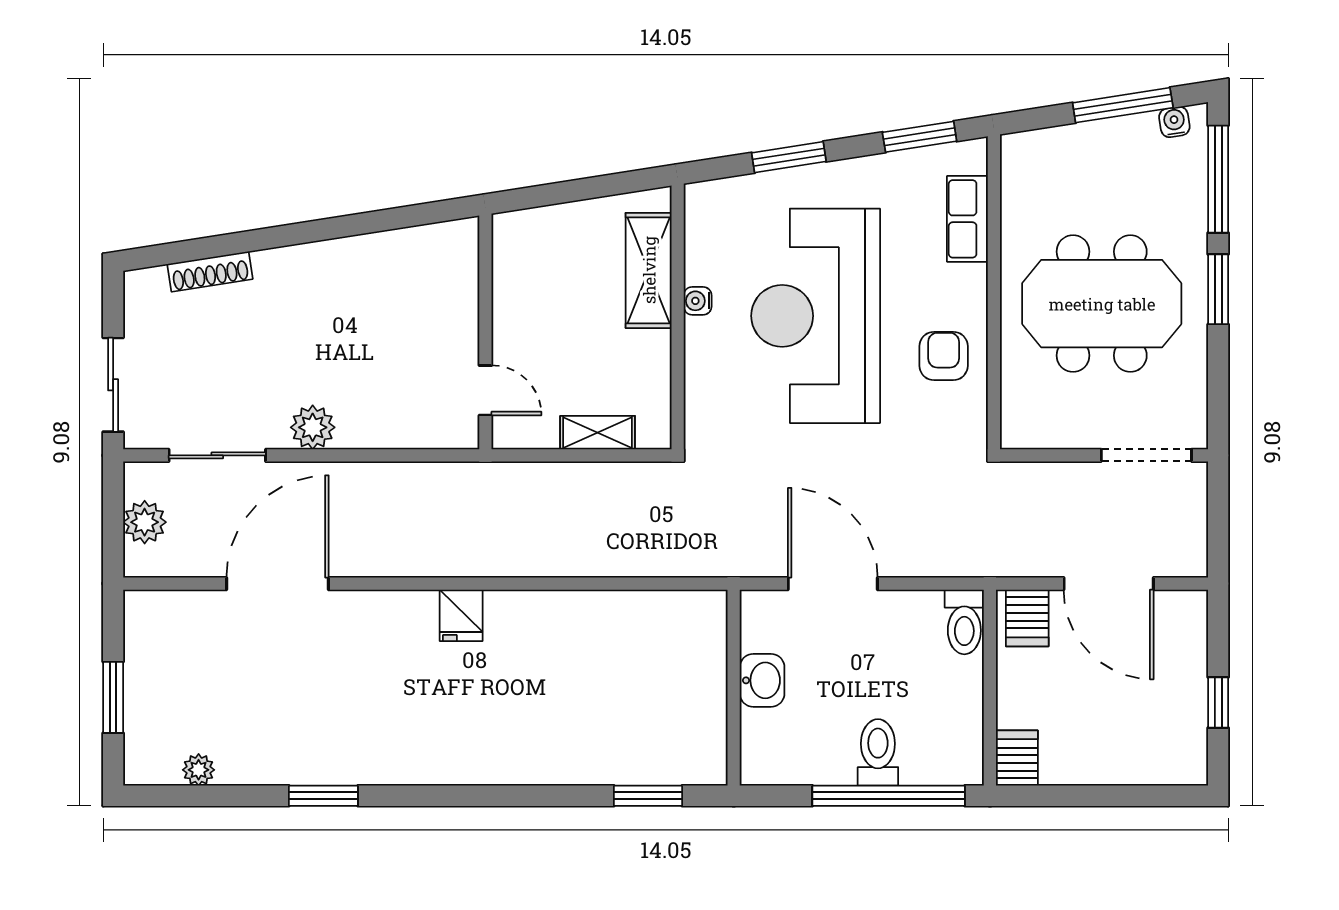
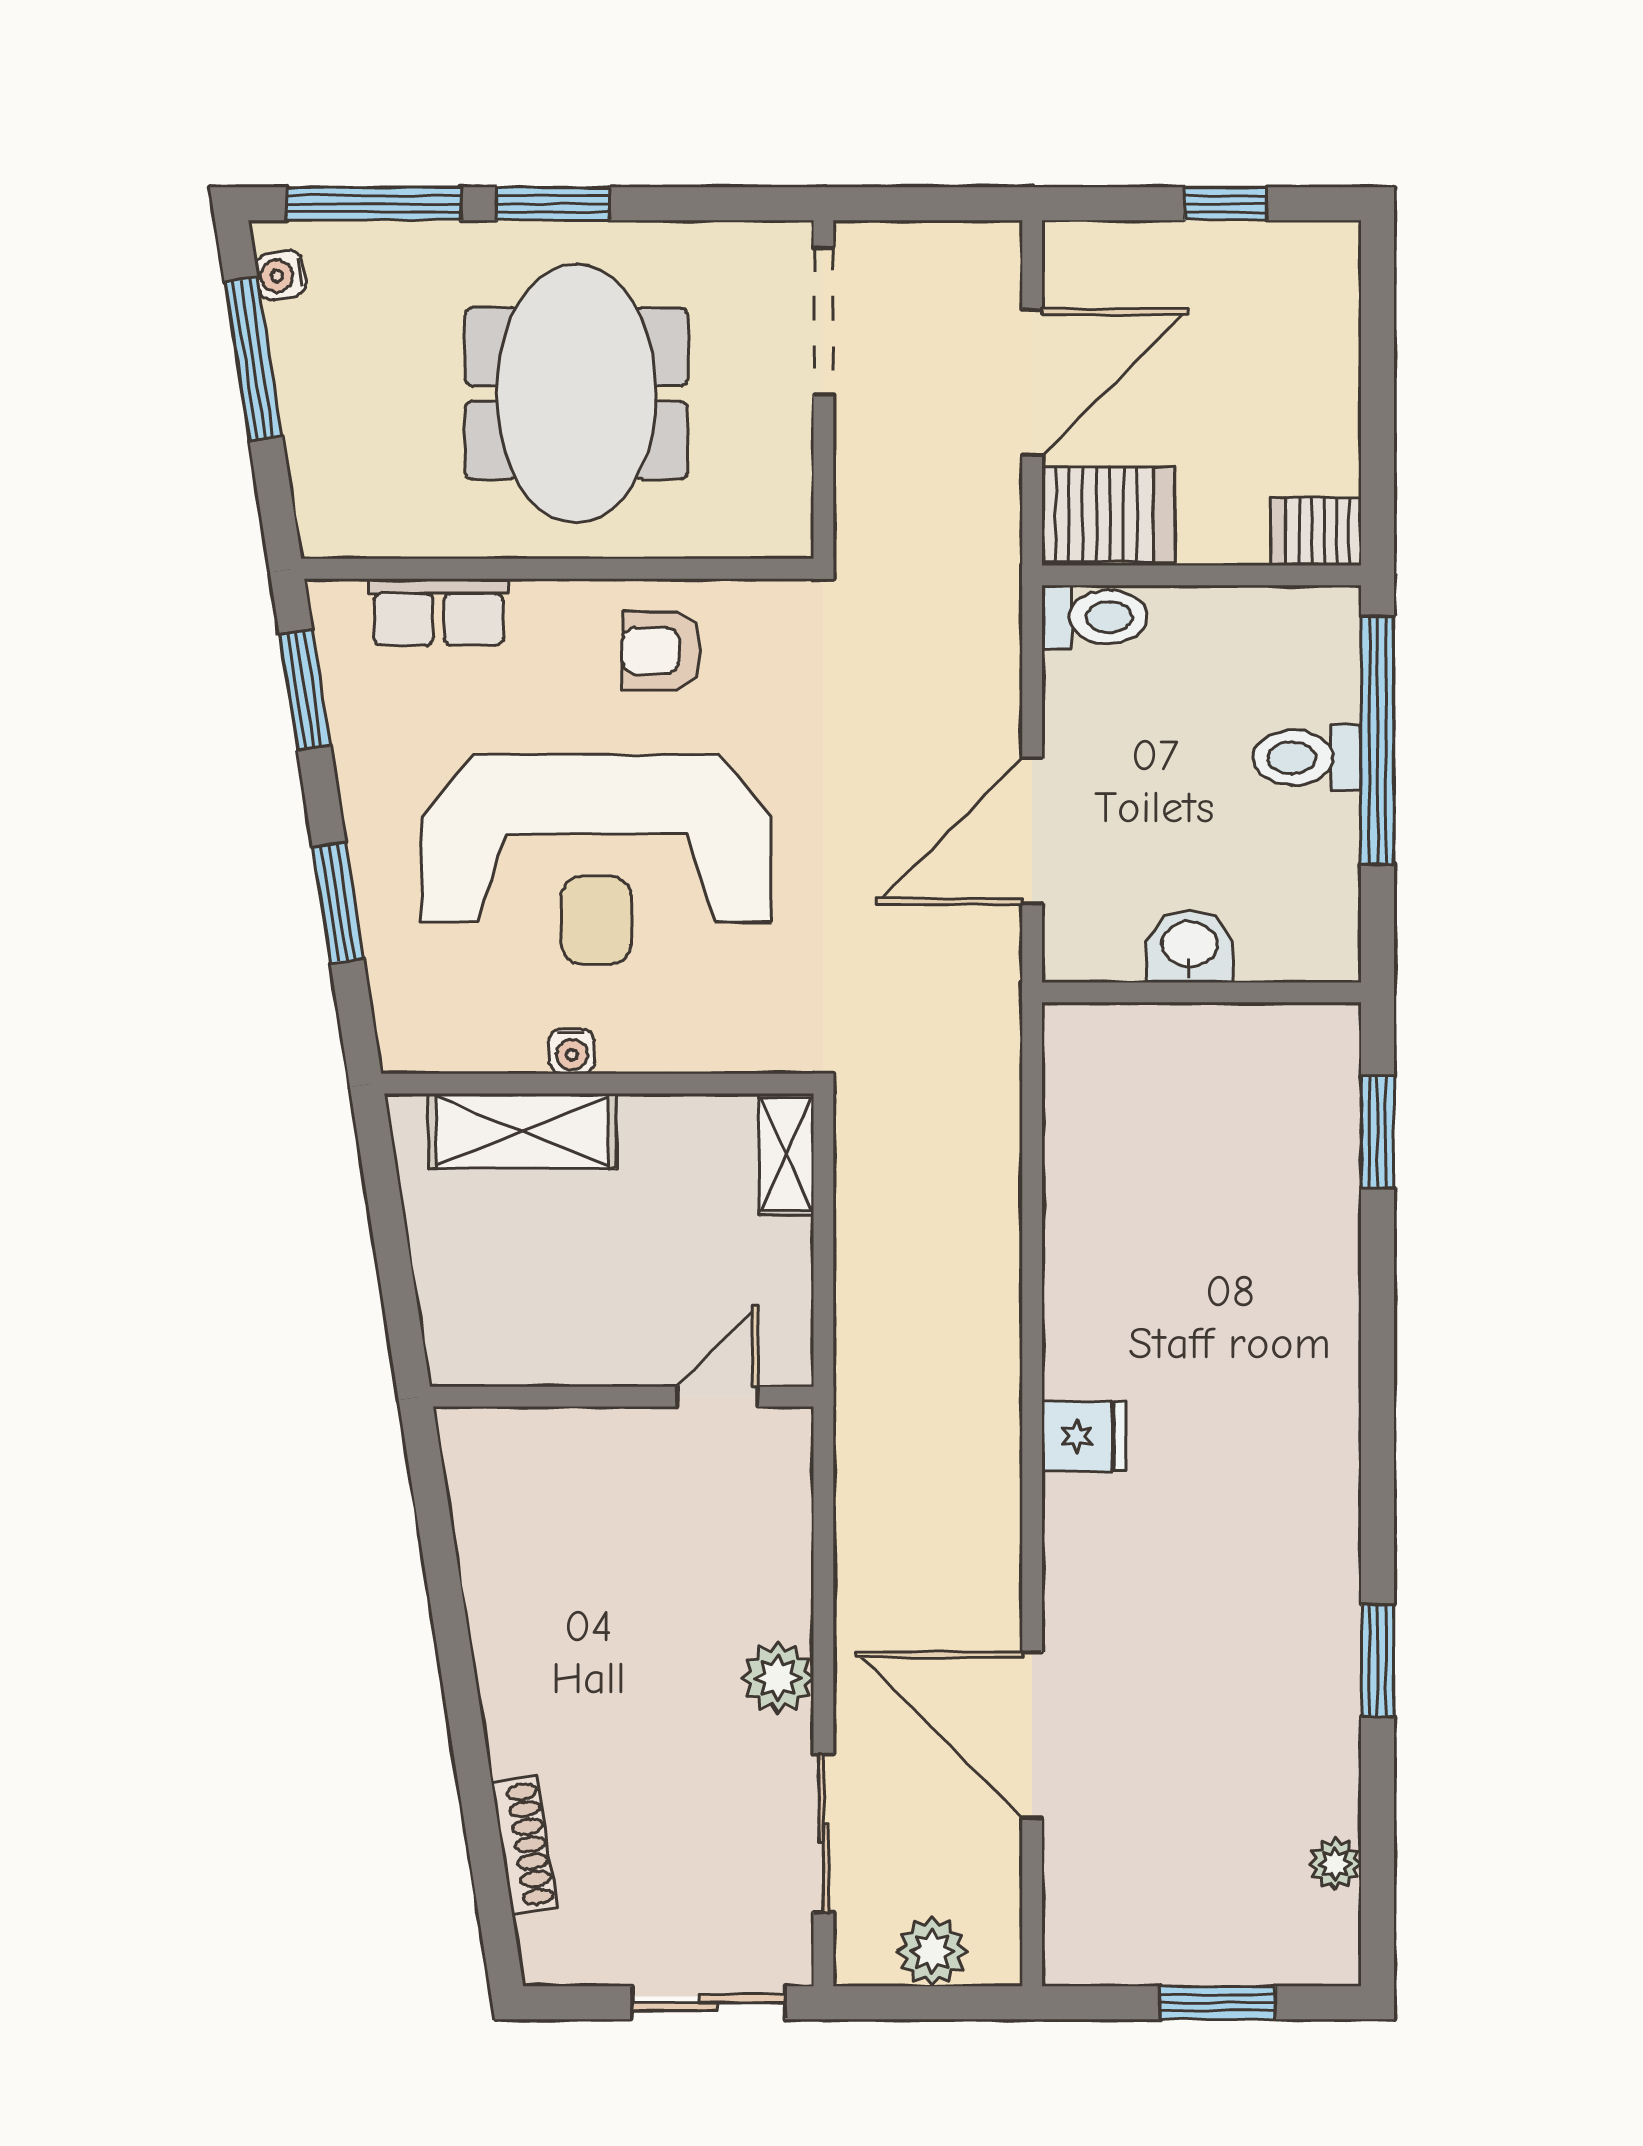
shelving: (598, 433) -> (786, 1154), moved
server rack: (1027, 618) -> (1108, 515), width x1.36, depth x1.44

